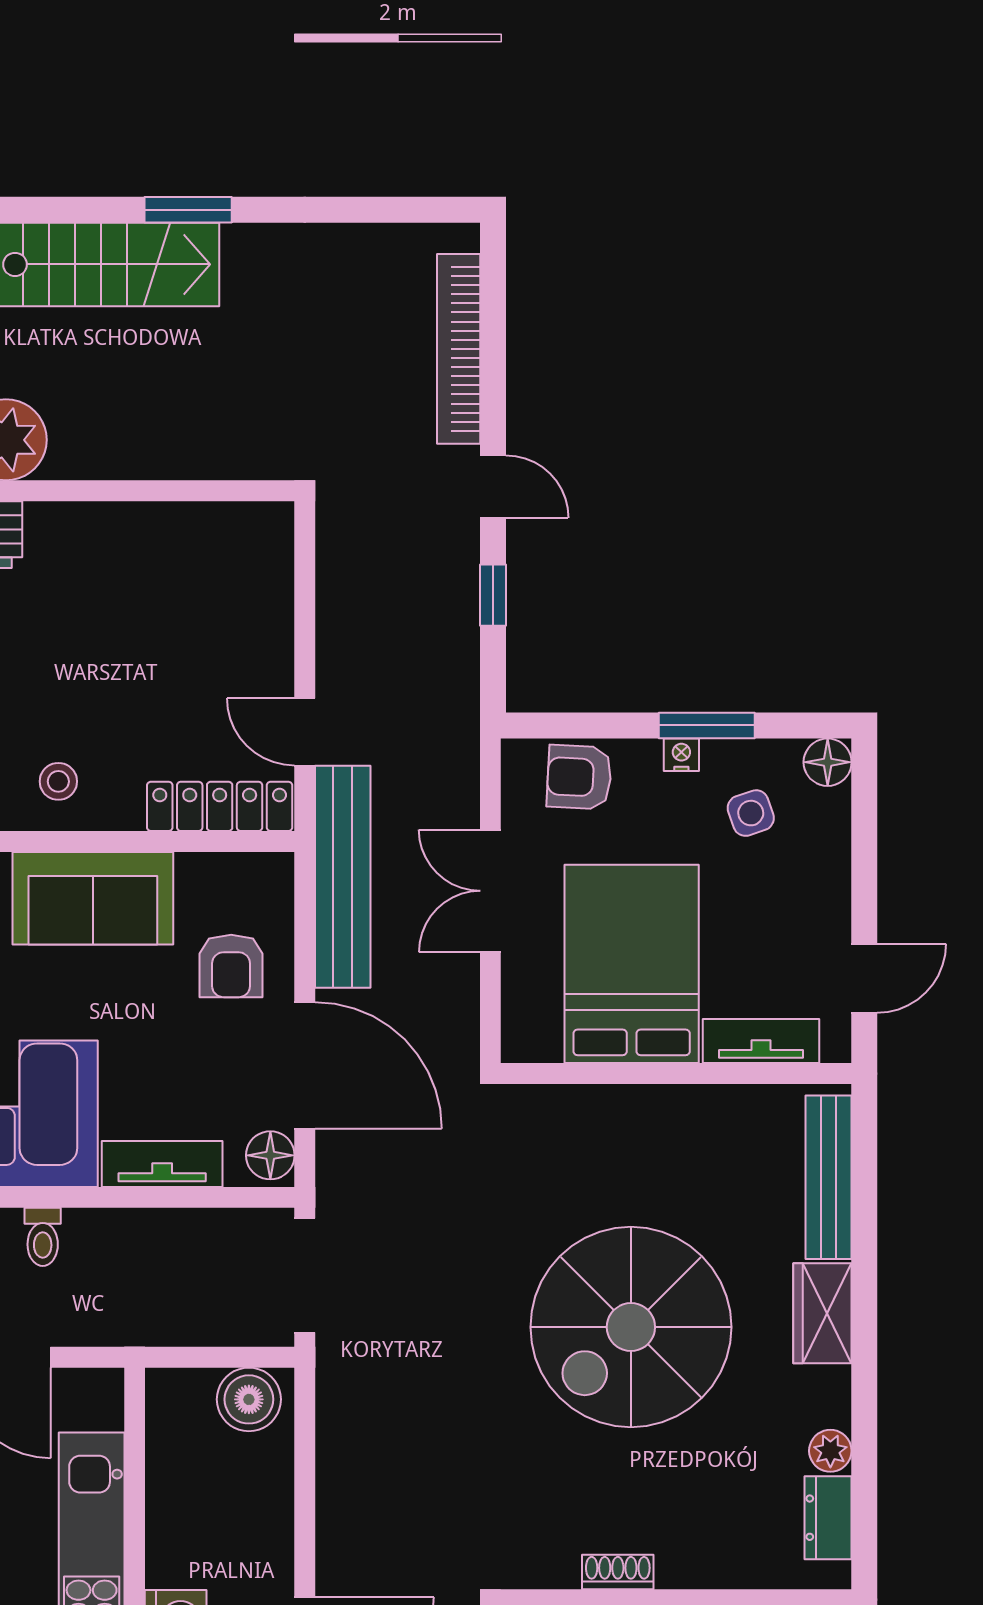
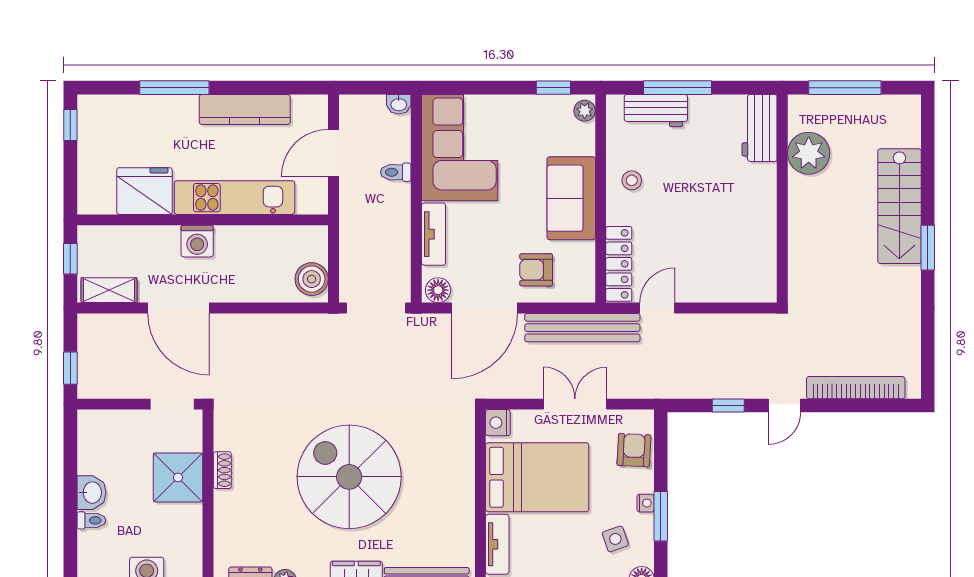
nightstand: (526, 1040) -> (498, 423), added

